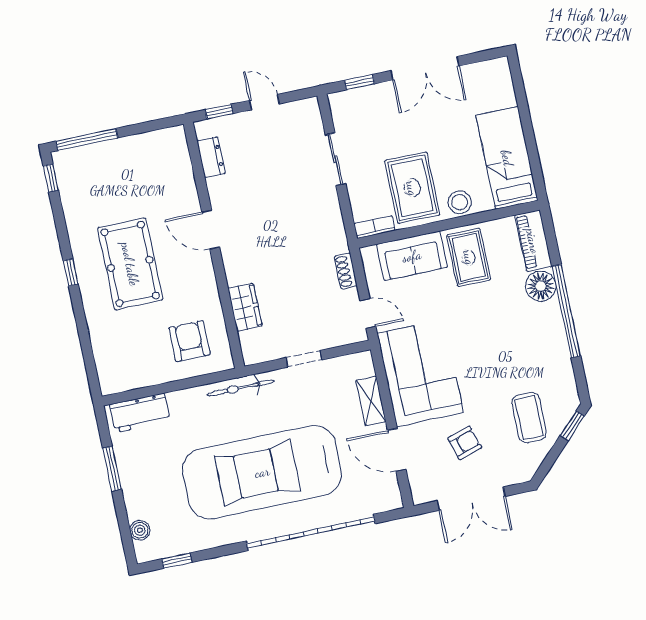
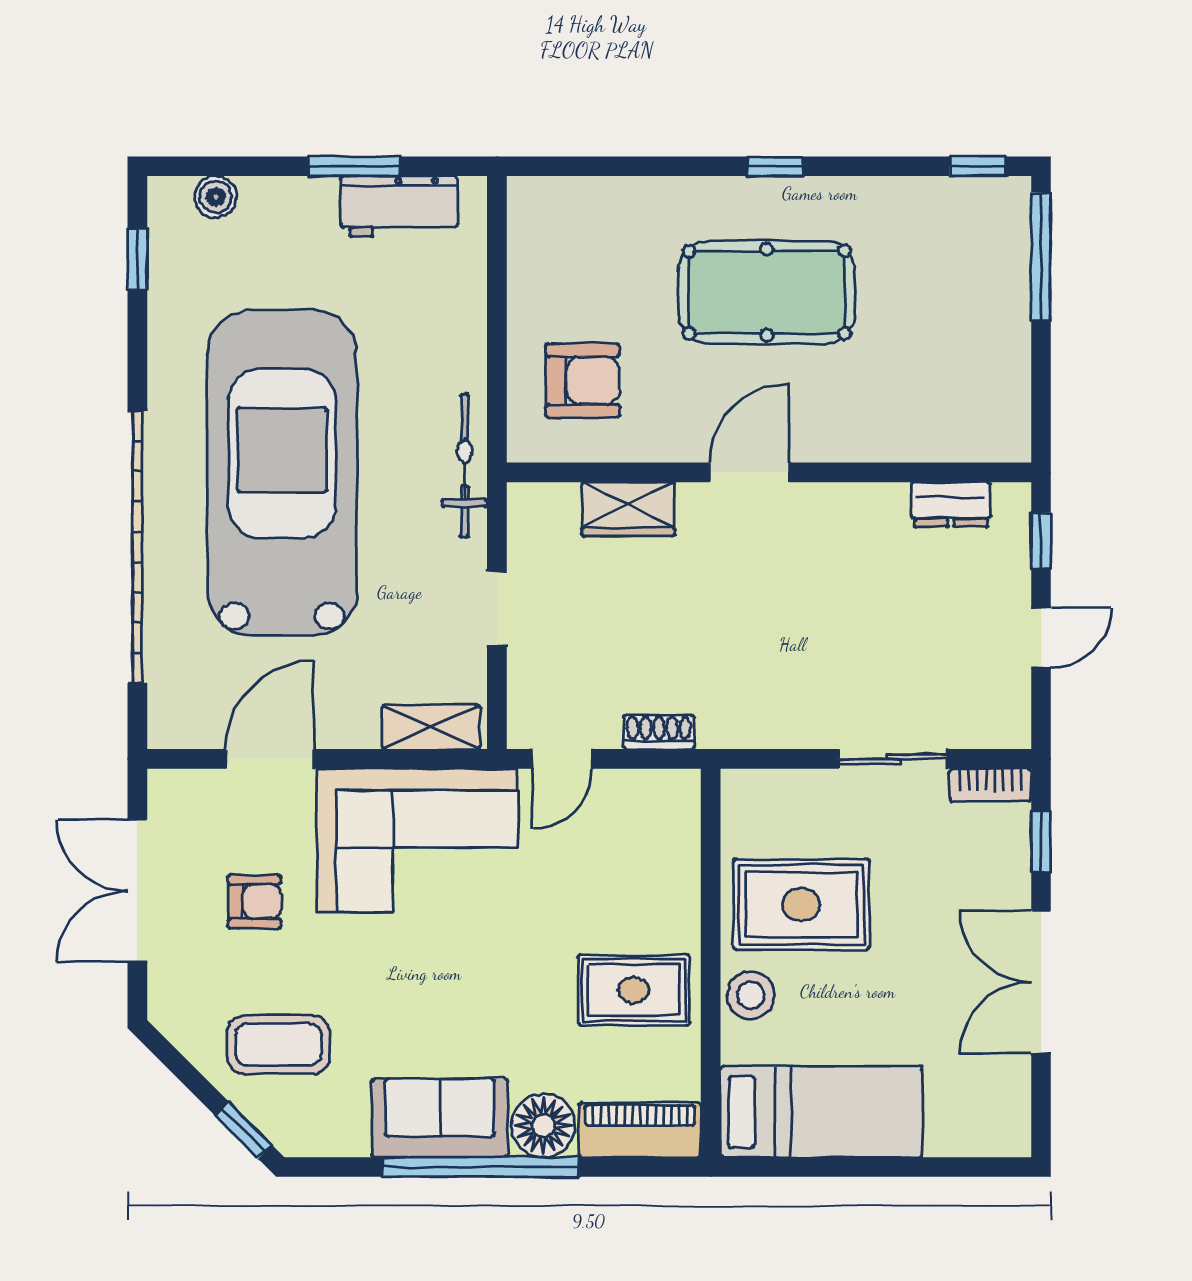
bookcase: (374, 227) -> (990, 785), moved, turned 90
door: (211, 230) -> (750, 472), moved
sofa: (412, 256) -> (440, 1118), moved, turned 90
shelving: (371, 401) -> (431, 727), moved
workbench: (140, 413) -> (399, 206), moved, turned -90
armchair: (465, 443) -> (254, 901), turned -73

